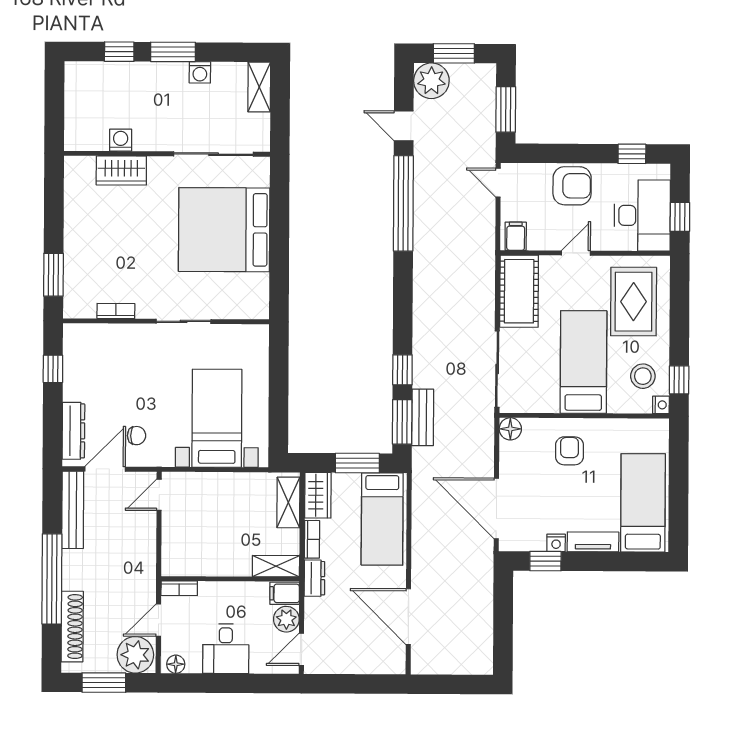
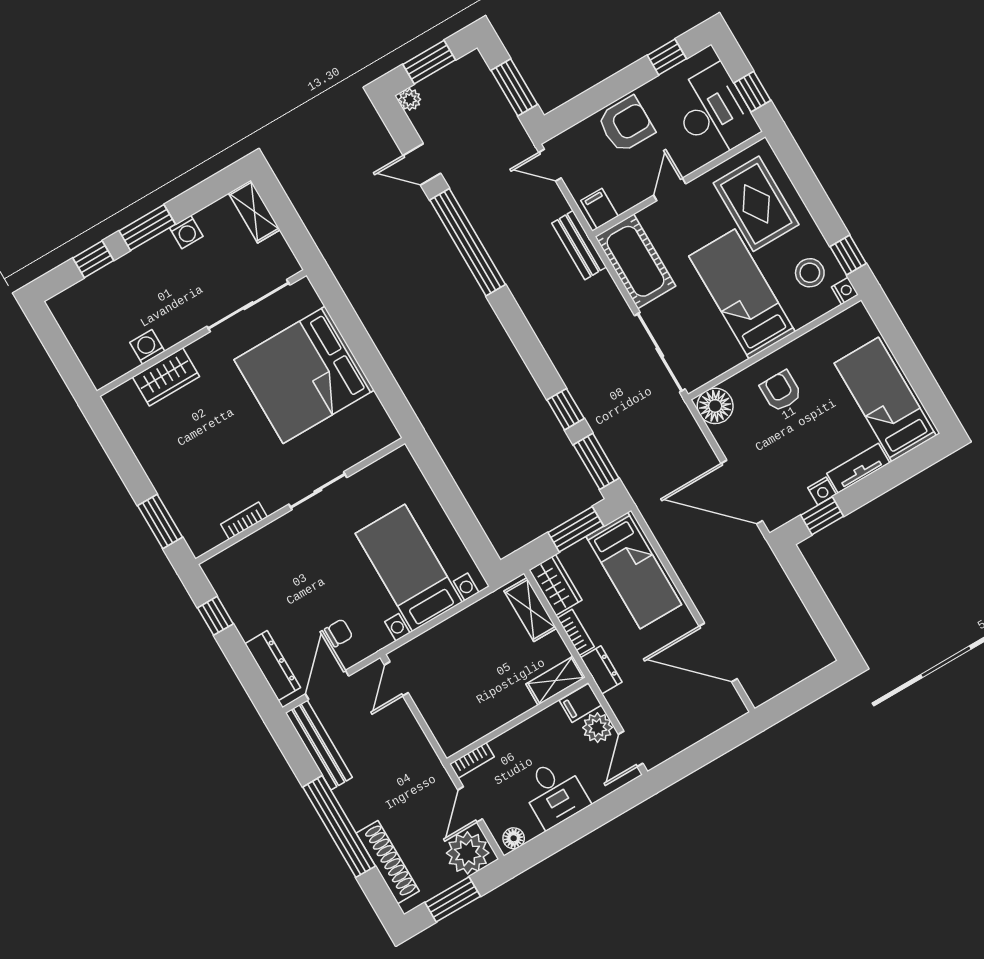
plant: (431, 81) -> (410, 99), width x0.53, depth x0.53
bench: (423, 417) -> (579, 245), moved
floor lamp: (510, 429) -> (715, 406), width x1.38, depth x1.38

